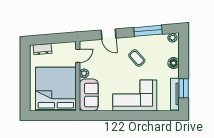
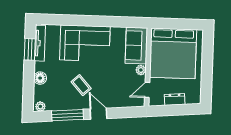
door: (109, 34) -> (99, 114), moved
dresser: (42, 49) -> (175, 99), moved

